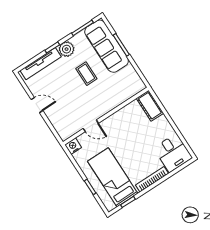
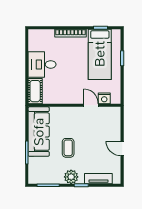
sofa: (107, 46) -> (39, 132), moved
tv unit: (41, 64) -> (98, 179), width x0.71
nightstand: (73, 146) -> (104, 98), moved
desk: (173, 153) -> (42, 64), moved, turned -90

